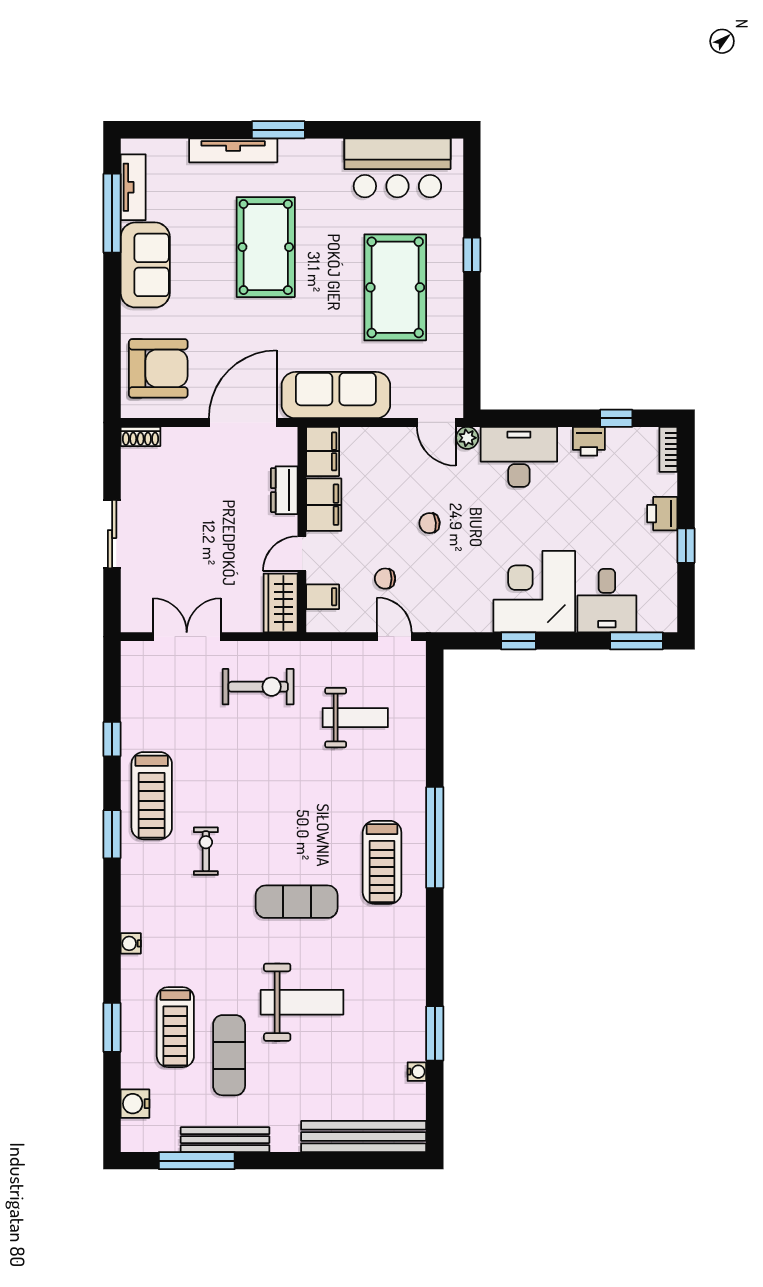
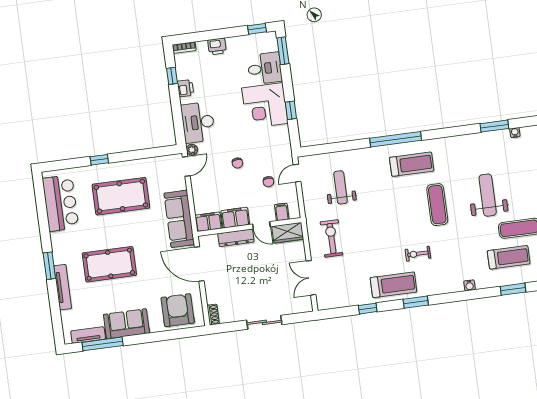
dresser: (284, 490) -> (236, 238), width x1.44
window: (686, 546) -> (257, 29), moved

